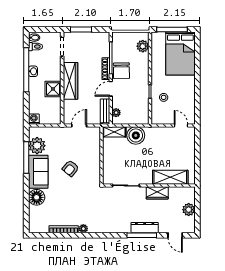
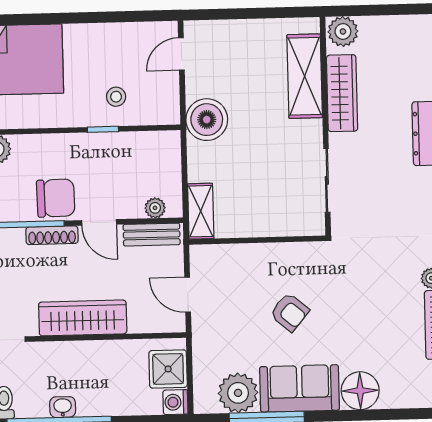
shower: (53, 89) -> (168, 369), moved
boiler: (136, 135) -> (207, 120), moved
wardrobe: (157, 193) -> (342, 93), width x1.50
plant: (189, 210) -> (343, 31), moved

